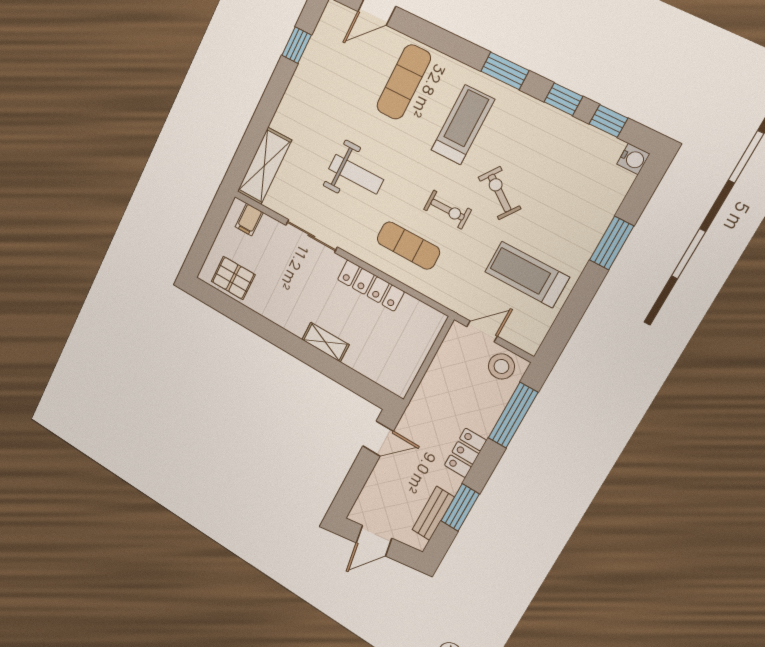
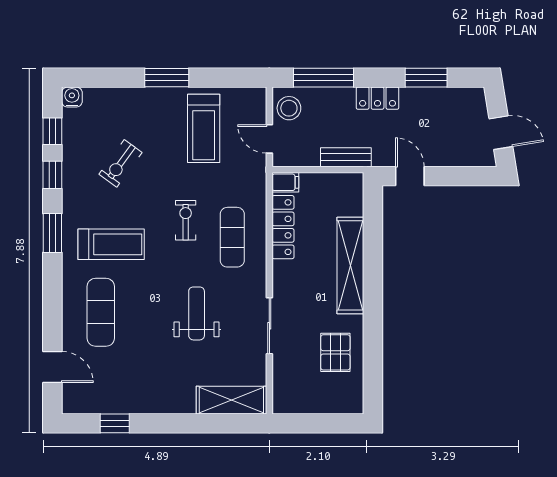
exercise mat: (404, 82) -> (101, 312), turned 90
treadmill: (463, 125) -> (111, 244), turned 180
exercise bike: (500, 193) -> (120, 163), moved
filing cabinet: (249, 220) -> (285, 182), moved
window: (612, 243) -> (167, 78), moved
pallet: (233, 278) -> (335, 352), moved
locker: (371, 285) -> (283, 227), moved
shelving: (325, 342) -> (350, 265), width x2.20, depth x1.33
bench: (433, 513) -> (346, 157), moved

